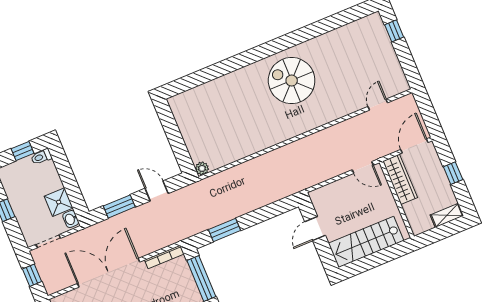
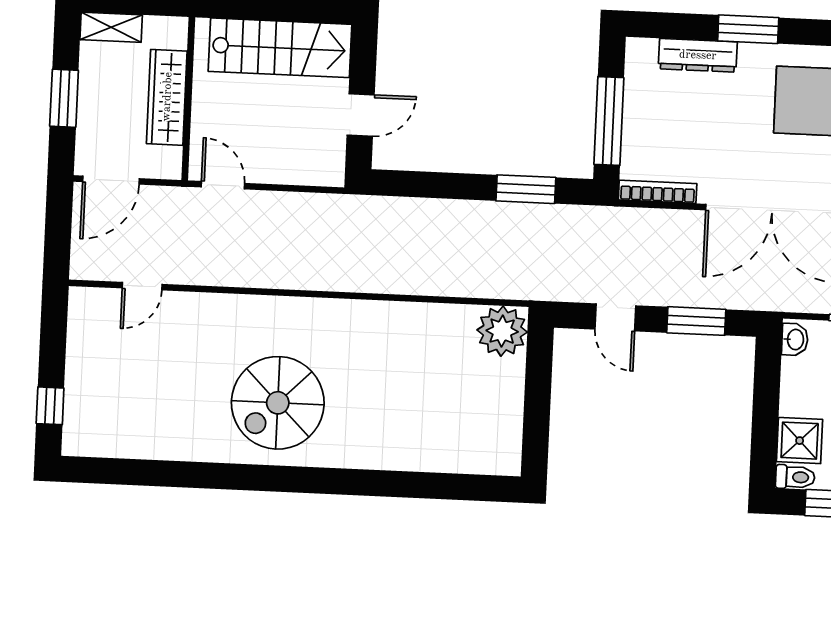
spiral stairs: (292, 81) -> (278, 403), turned 90
plant: (202, 168) -> (502, 331), width x1.87, depth x1.87
window: (453, 173) -> (64, 98), width x1.50
wardrobe: (400, 179) -> (167, 97), moved
shower: (59, 202) -> (800, 441), moved

